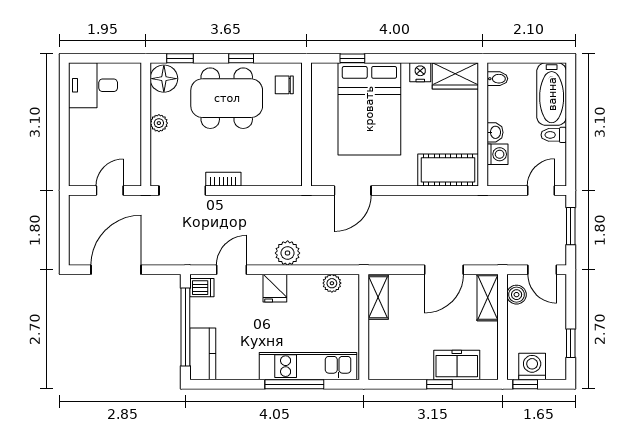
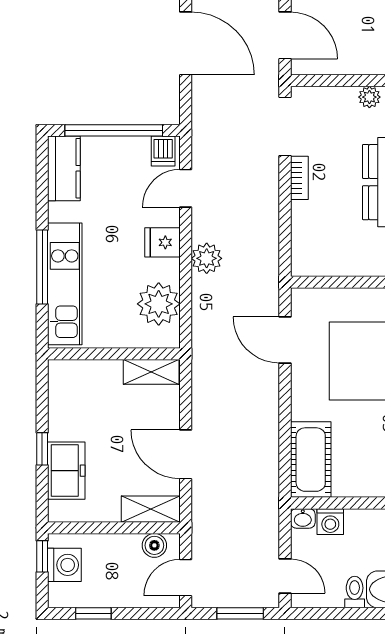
washbasin: (495, 132) -> (303, 518), moved
door: (110, 190) -> (285, 35), width x1.38
door: (232, 270) -> (186, 188), swing flipped
plant: (332, 283) -> (159, 304), width x1.87, depth x1.87
kitchen counter: (203, 354) -> (64, 168), moved, turned -90

